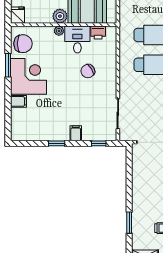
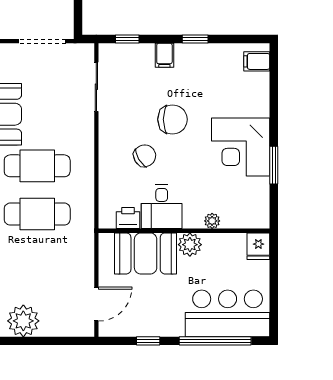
plant: (59, 31) -> (212, 221), moved
chair: (23, 44) -> (172, 119), moved, turned 180
filing cabinet: (19, 101) -> (257, 61), moved

